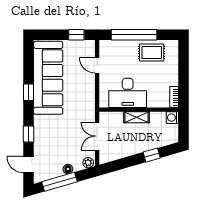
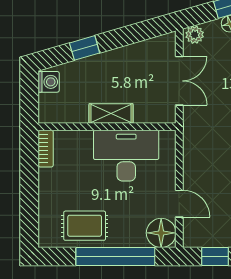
floor lamp: (108, 48) -> (161, 233), added
washing machine: (172, 118) -> (49, 82), moved

